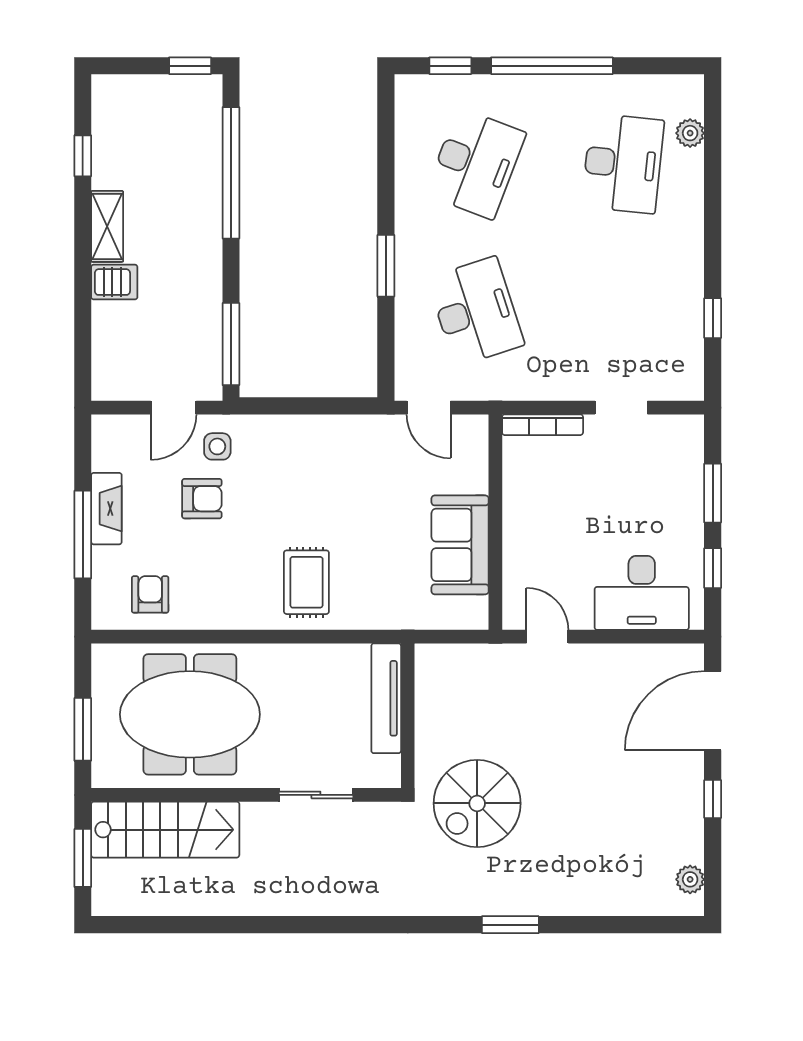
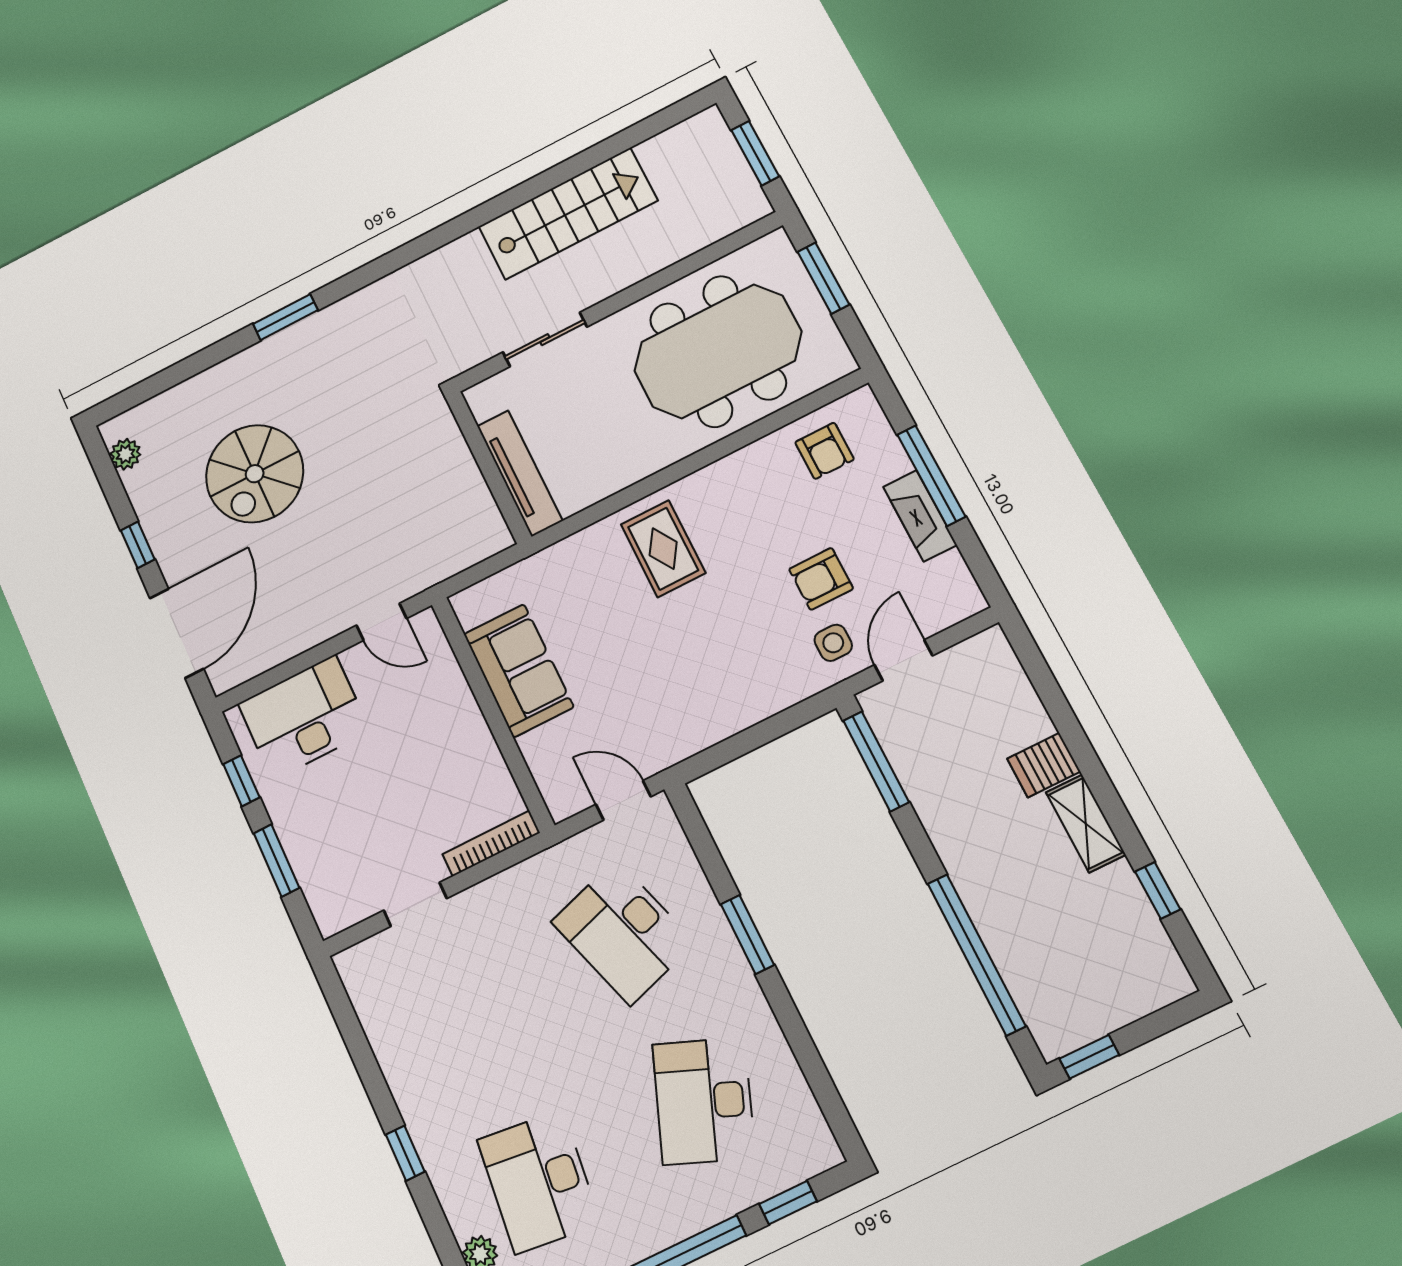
window: (713, 318) -> (405, 1153), moved
spiral stairs: (477, 803) -> (255, 474), moved, turned 180
stairs: (165, 830) -> (568, 214), moved, turned 180

